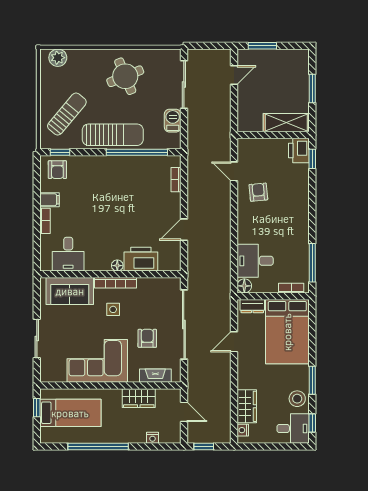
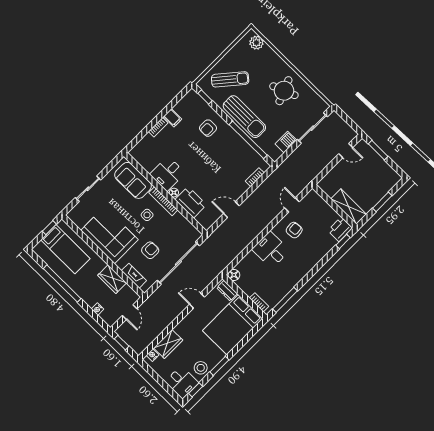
armchair: (57, 170) -> (208, 128), moved
desk: (68, 254) -> (168, 174), moved
desk: (255, 261) -> (271, 250), moved

